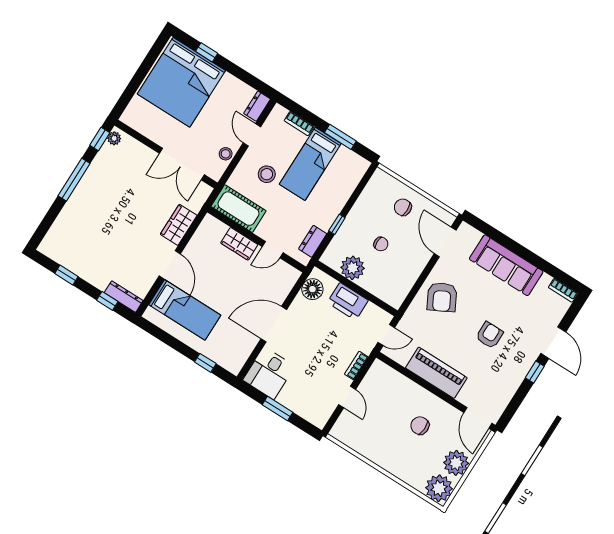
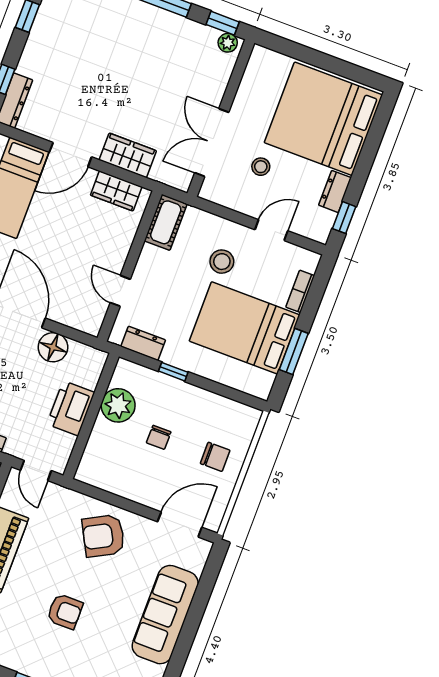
window: (207, 52) -> (344, 218), moved
dresser: (257, 106) -> (335, 191), moved, turned -90
stool: (226, 154) -> (261, 167), moved
bed: (310, 164) -> (245, 328), width x1.50
chair: (403, 207) -> (215, 457), turned 90
cot: (238, 209) -> (166, 222), width x0.73, depth x0.75
wardrobe: (239, 244) -> (116, 191), moved, turned -90
floor lamp: (312, 289) -> (53, 347), moved

